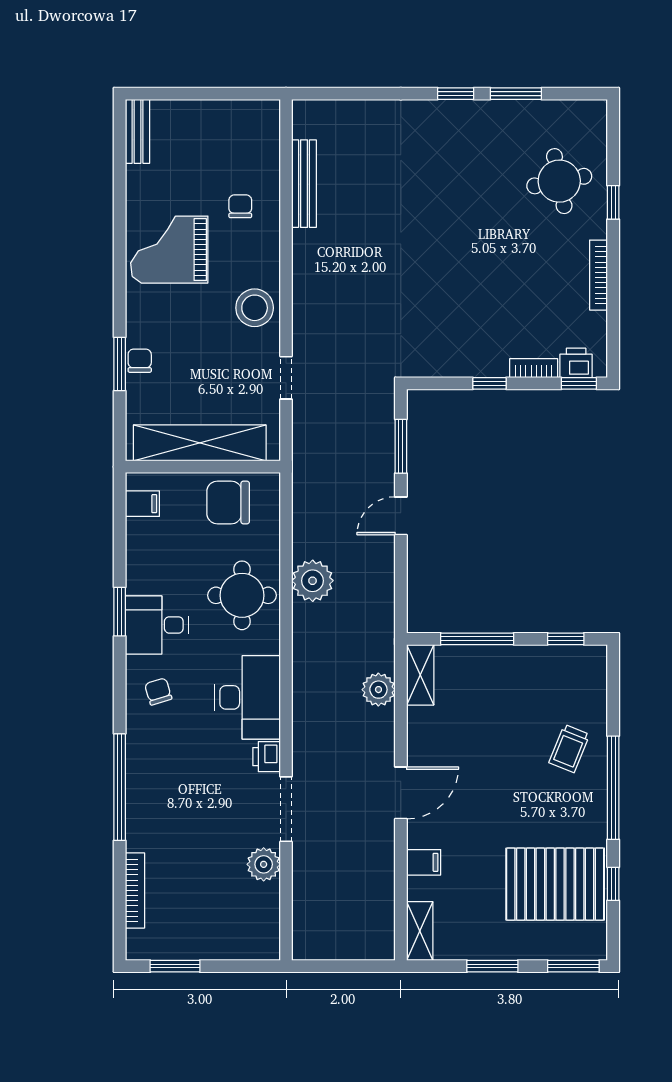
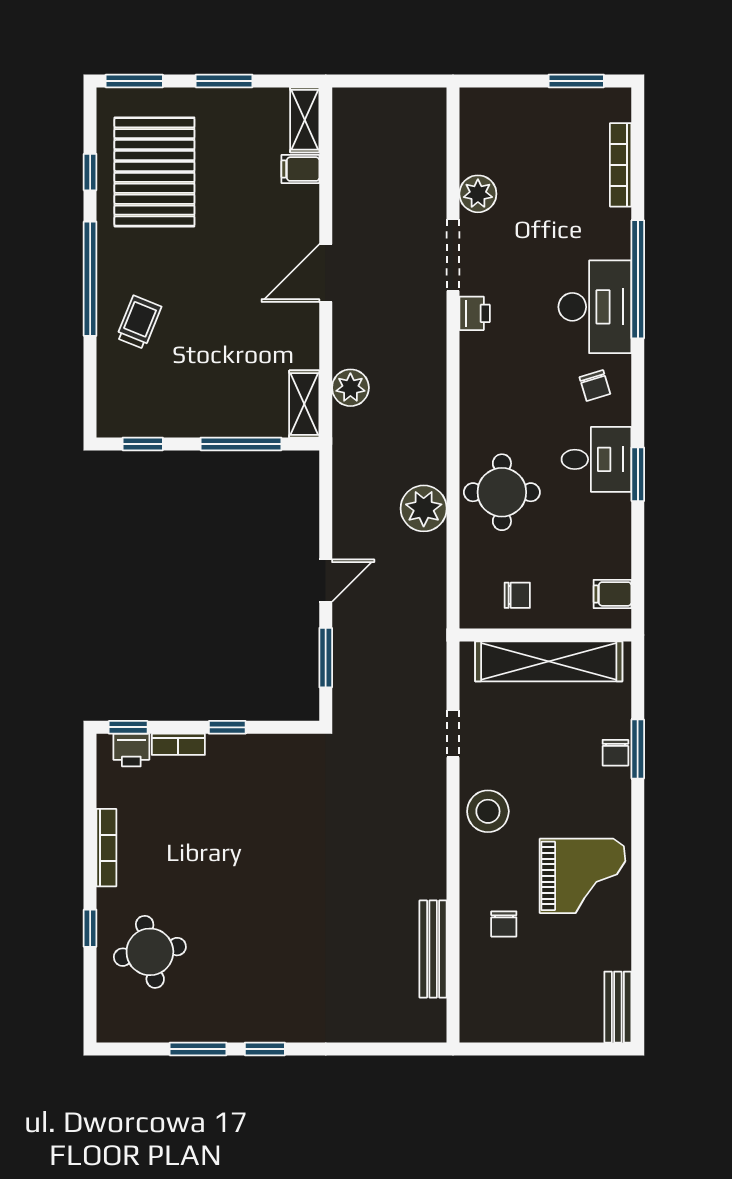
chair: (228, 502) -> (517, 595), width x0.54, depth x0.54
desk: (247, 697) -> (595, 307), moved, turned 180
filing cabinet: (424, 862) -> (300, 169), moved
pallet: (555, 884) -> (154, 172), turned 90

